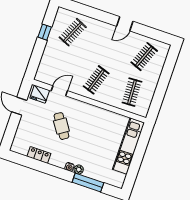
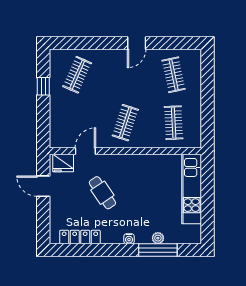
clothes rail: (144, 57) -> (174, 75), turned -33
locker: (39, 155) -> (80, 237), width x1.53
plant: (79, 170) -> (158, 238), moved

